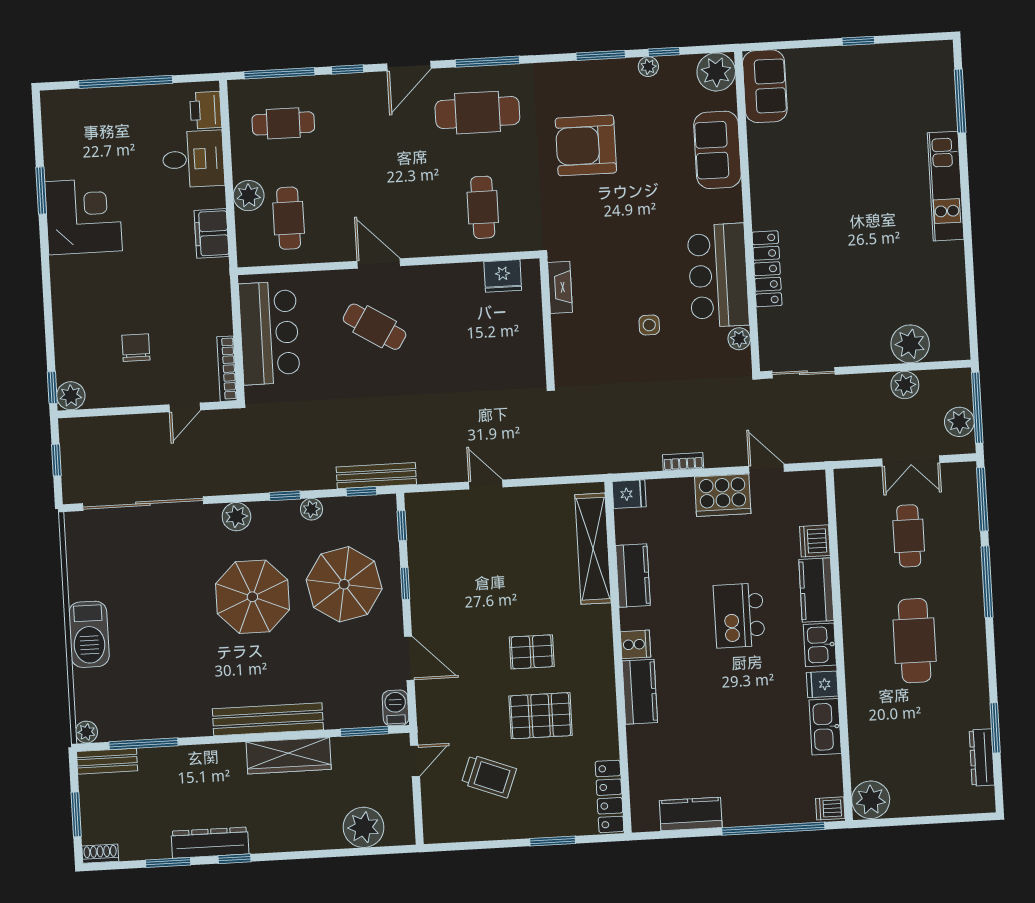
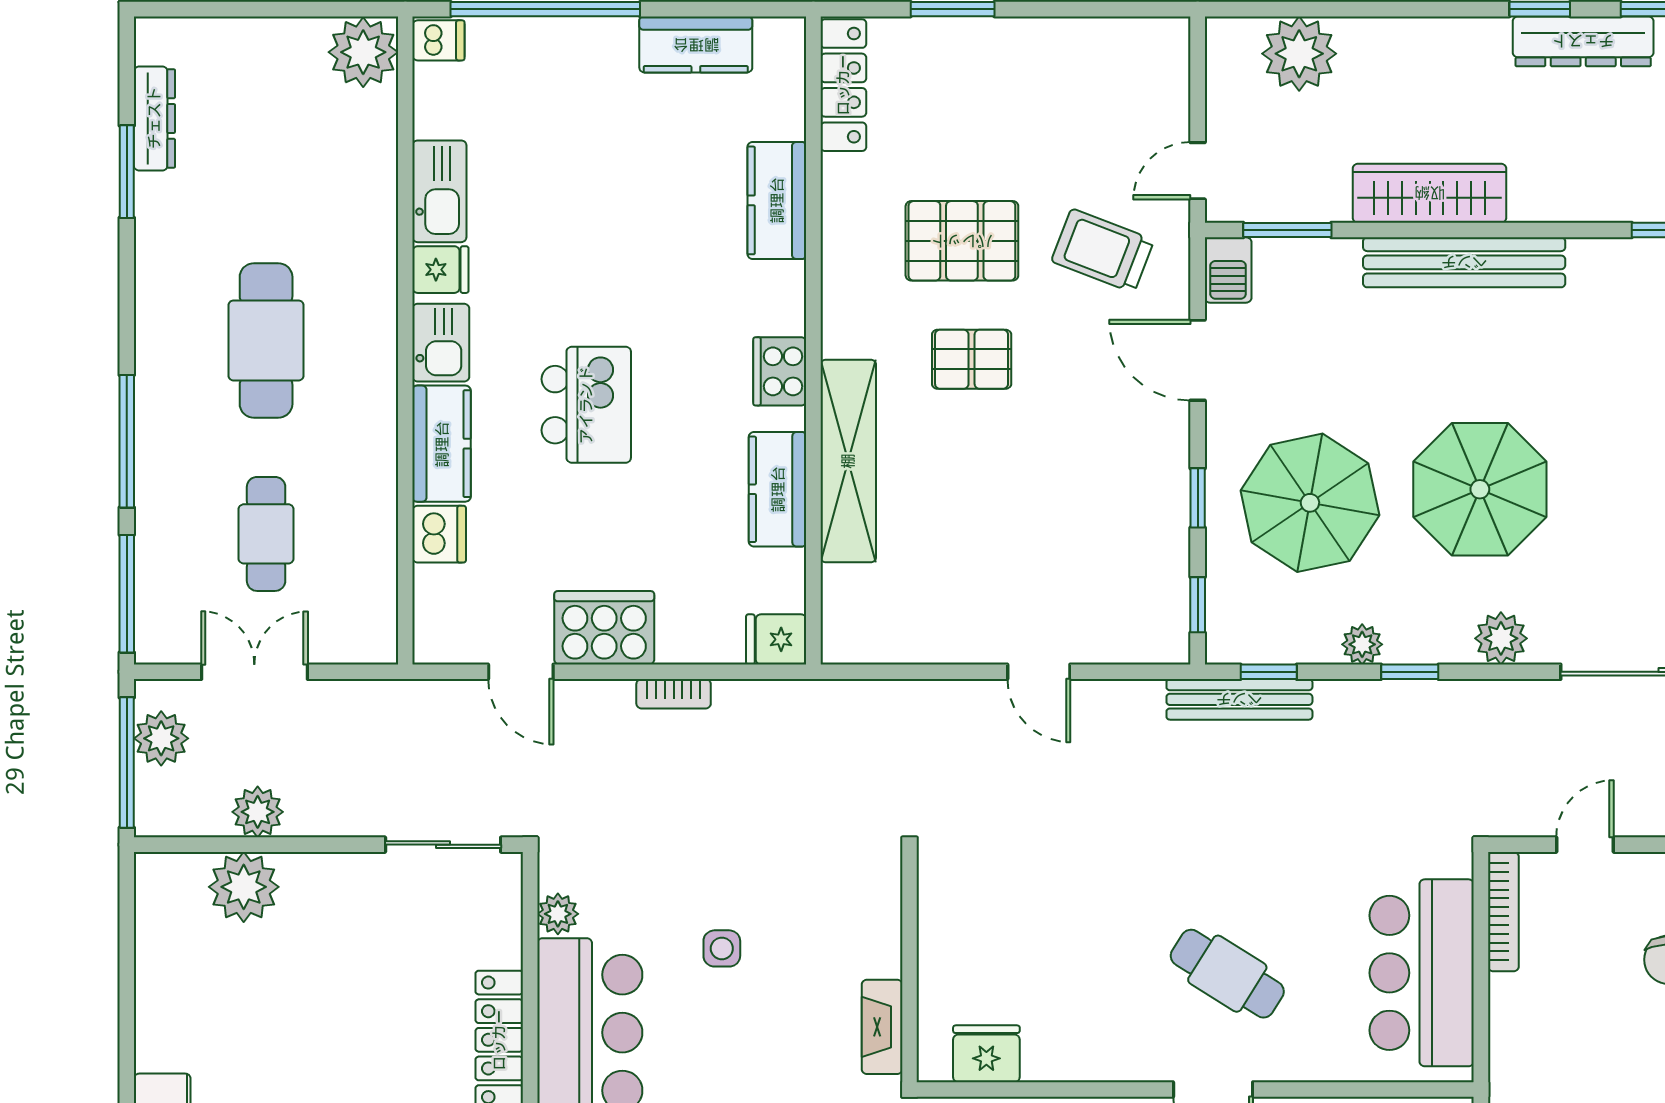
shelving: (593, 549) -> (848, 461), moved
cooker: (636, 644) -> (780, 371), width x1.36
kitchen counter: (640, 692) -> (777, 200), moved
trolley: (489, 776) -> (1103, 251), moved

